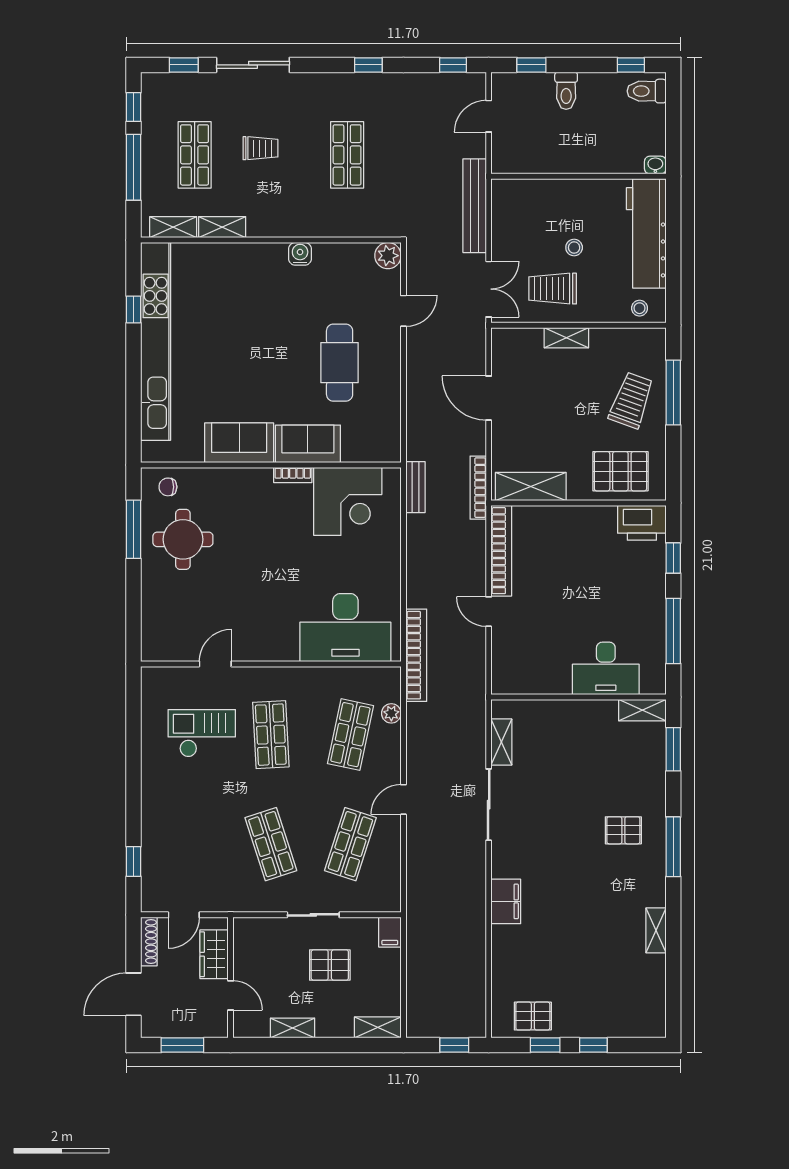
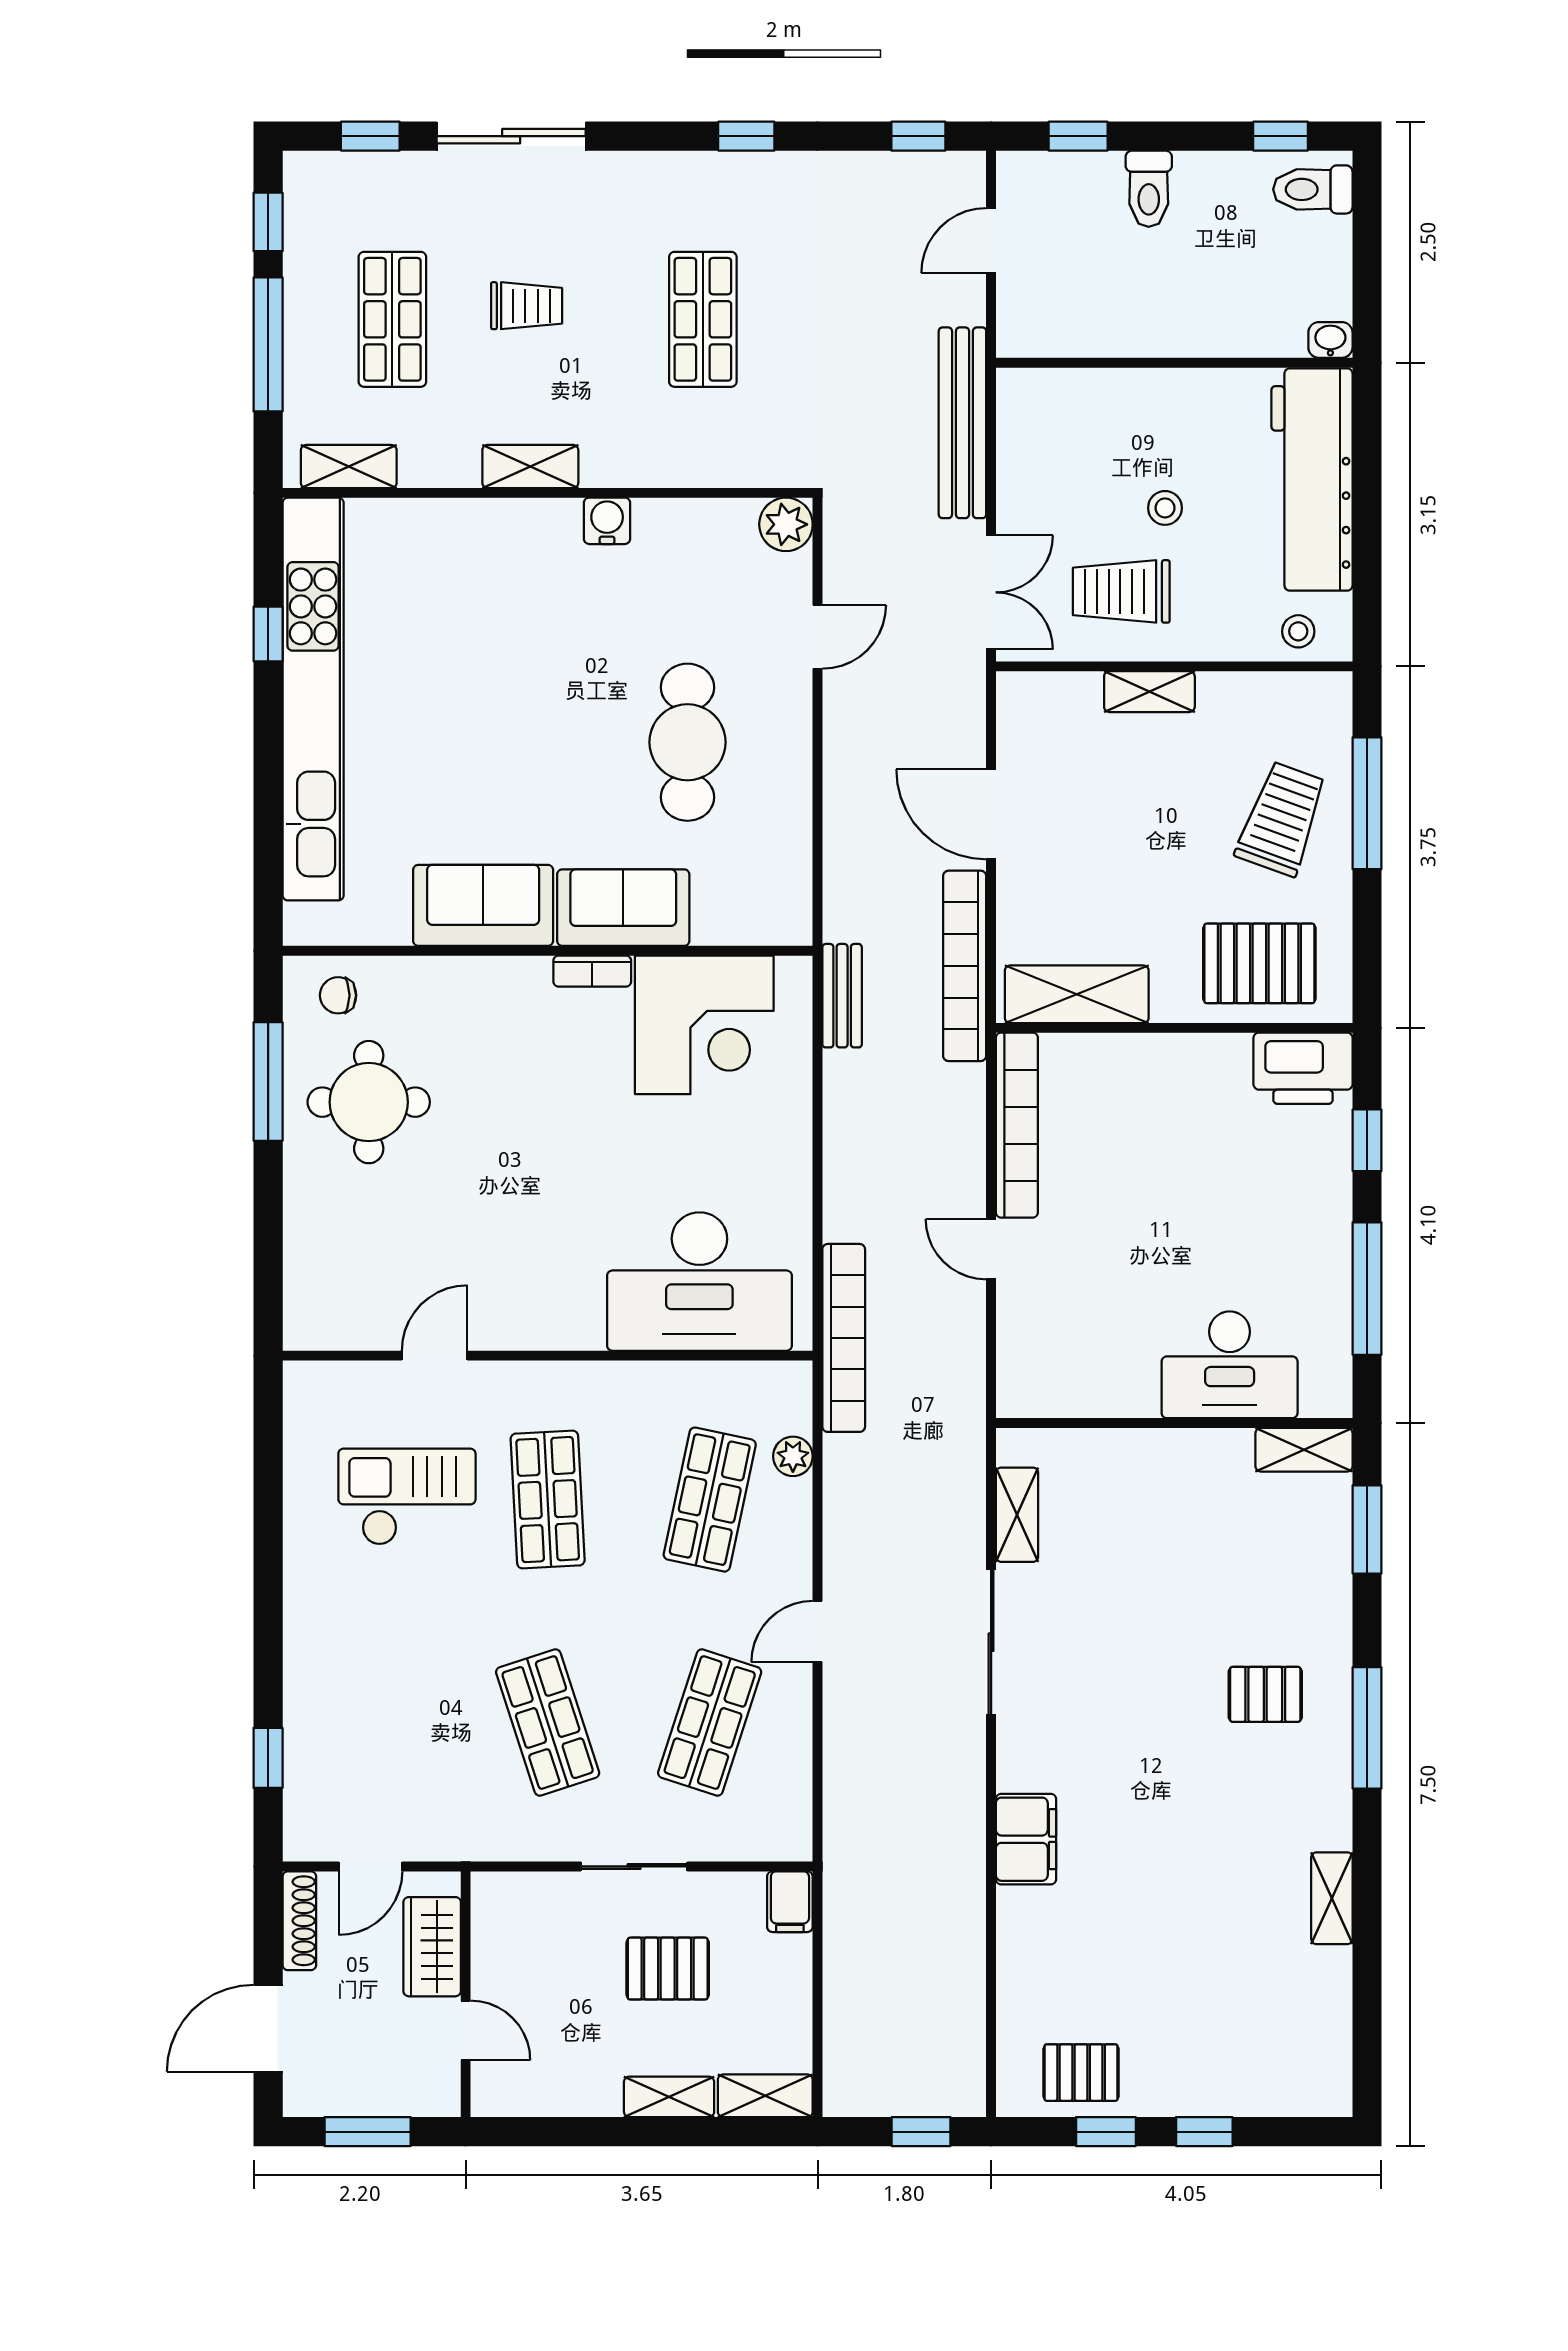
shelving: (222, 227) -> (530, 466), moved
bookcase: (478, 488) -> (965, 966), width x1.48, depth x1.31
shelving: (293, 1028) -> (669, 2097), moved

